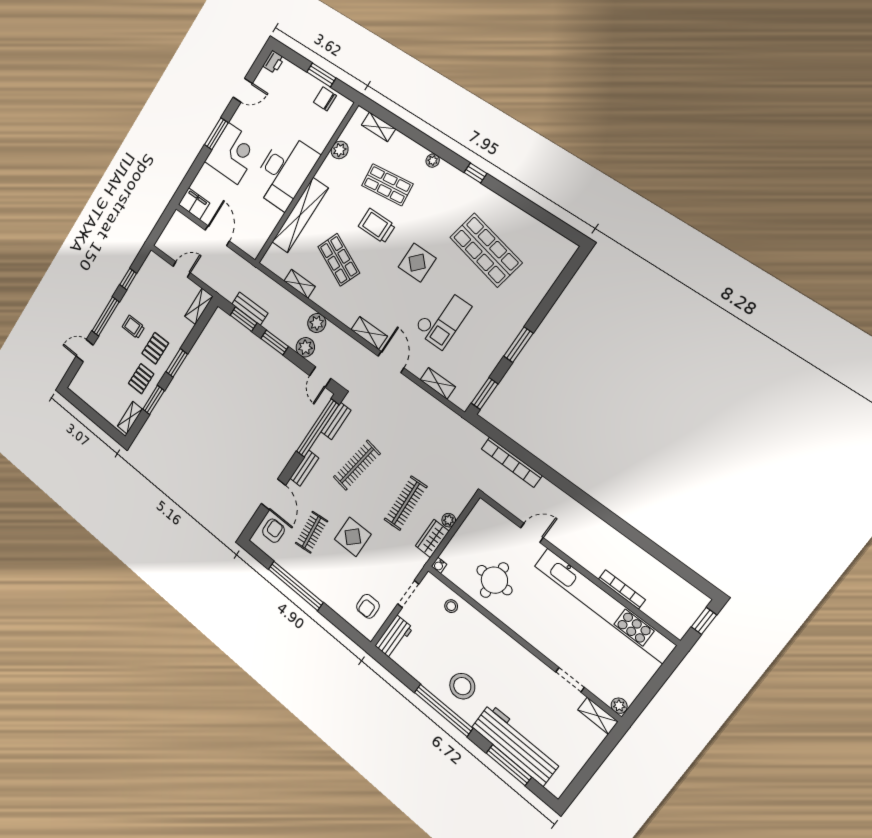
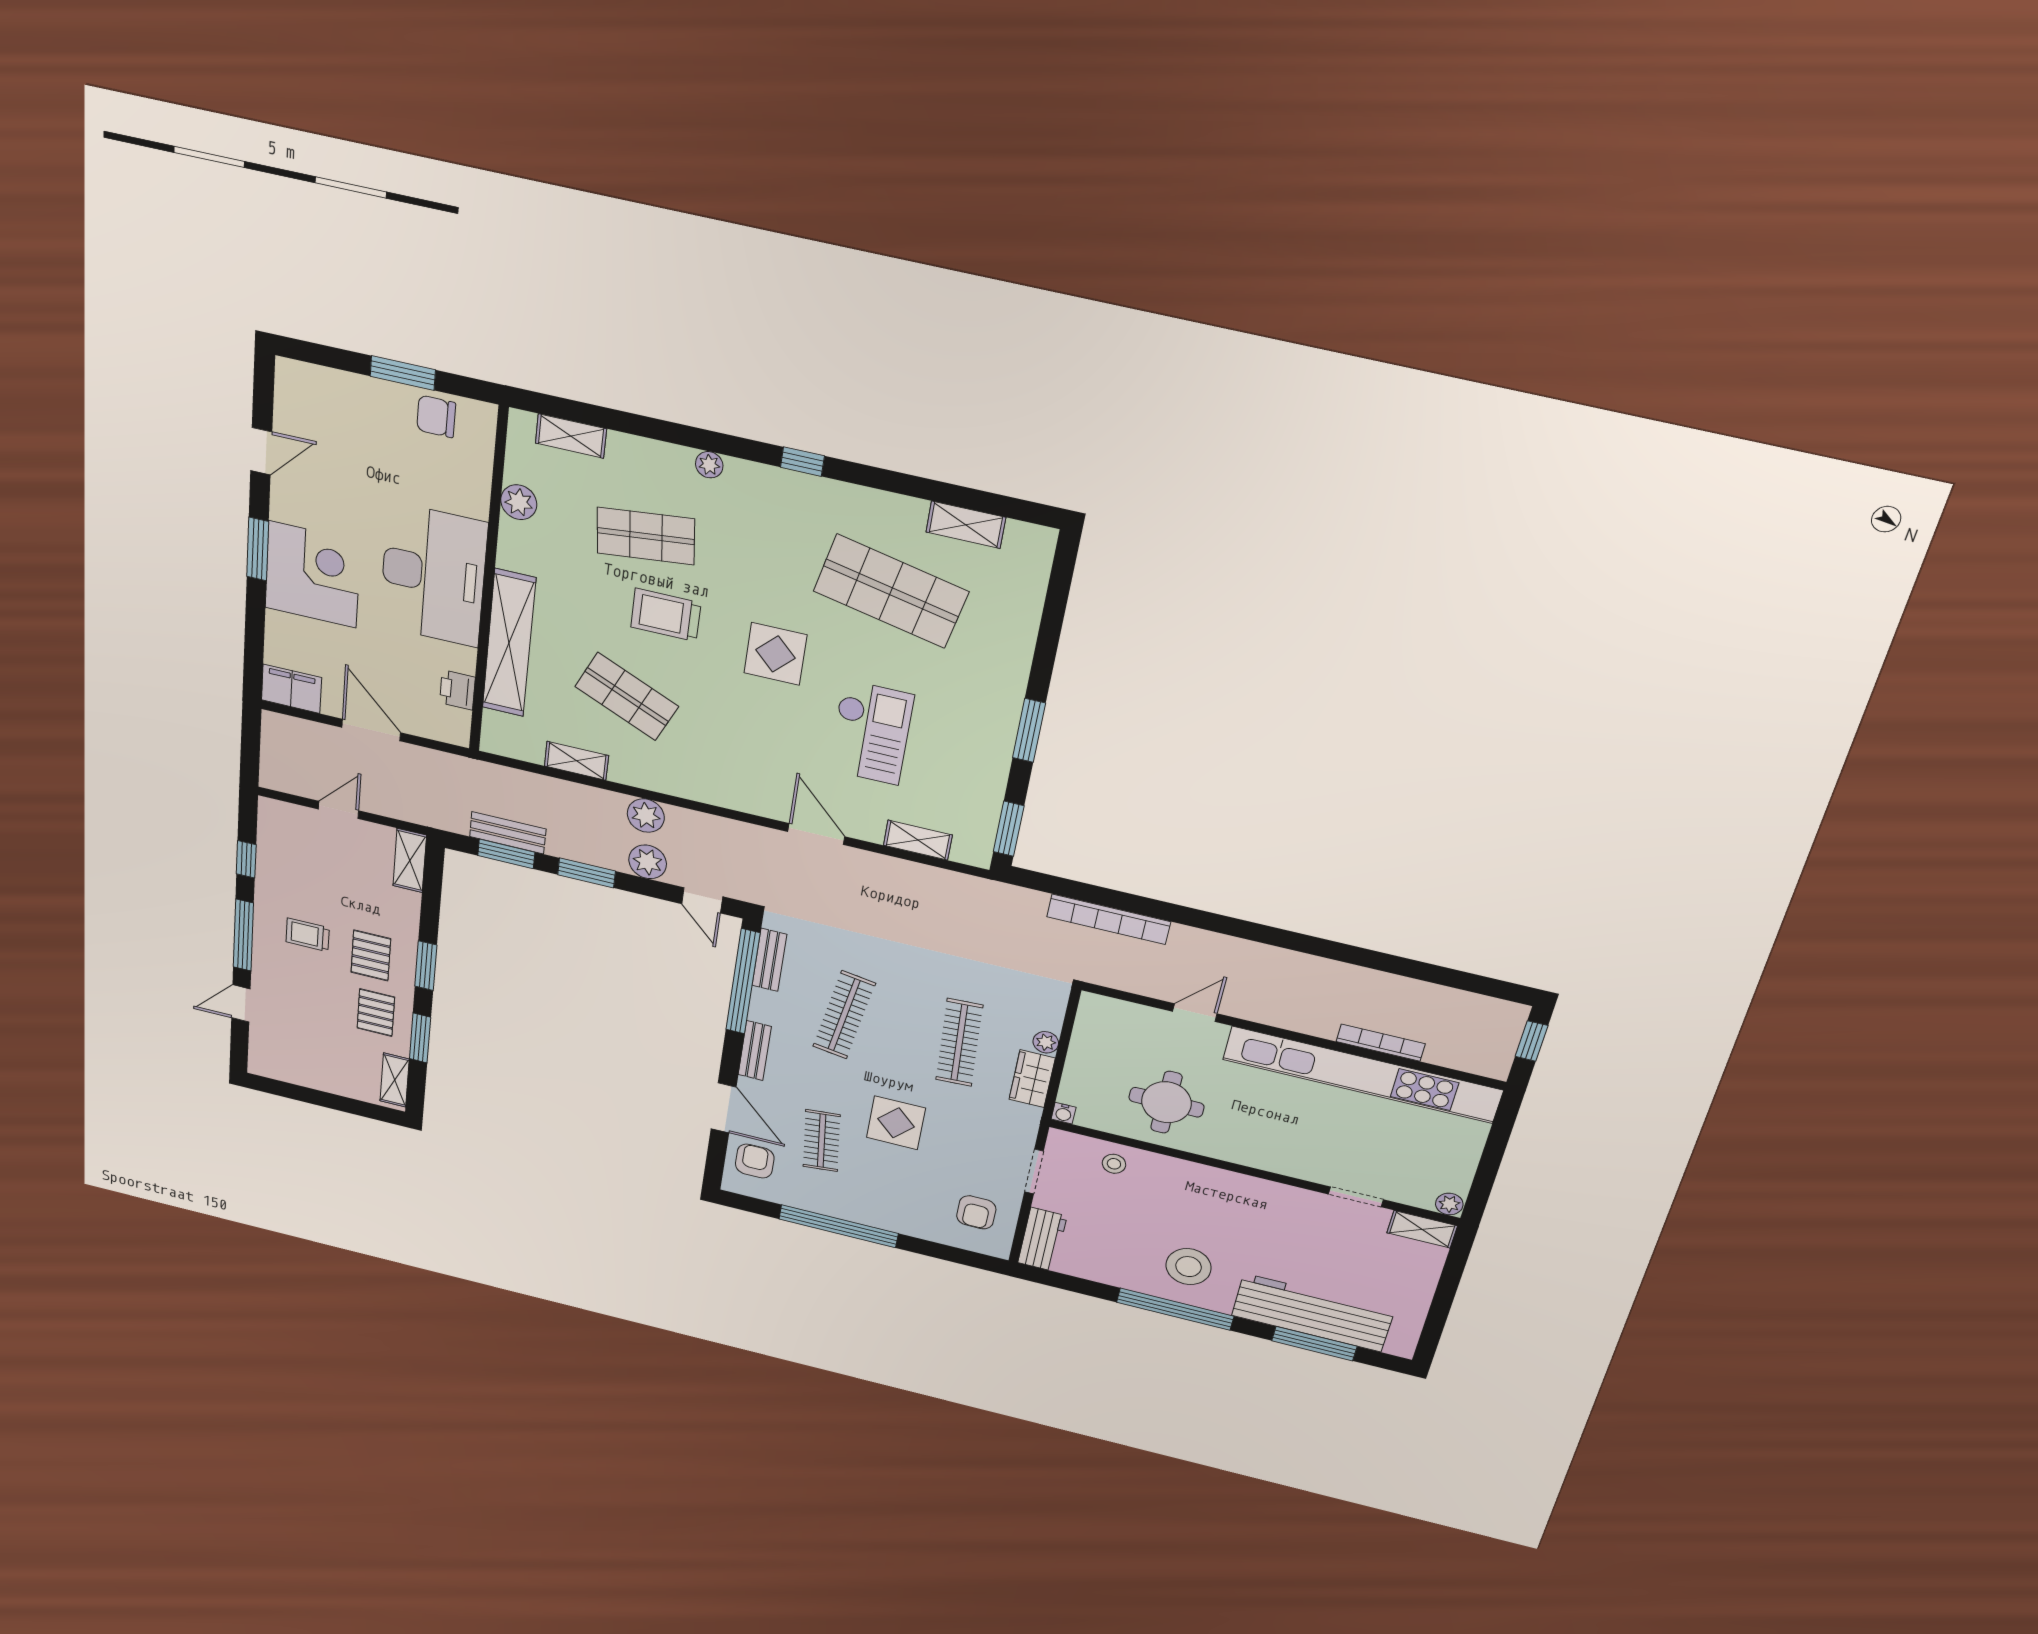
printer: (274, 62) -> (457, 690), moved, turned 180
shelving: (369, 333) -> (966, 525), moved

